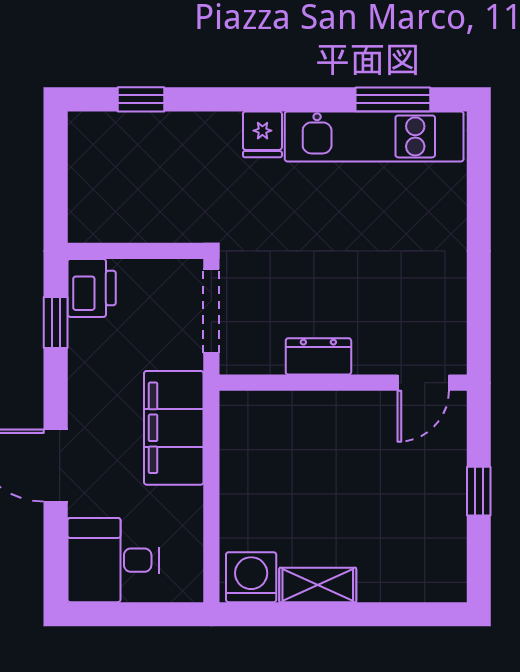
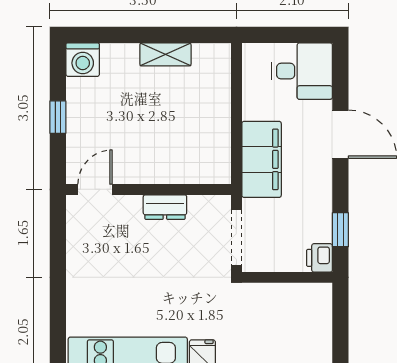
printer: (92, 288) -> (319, 258), width x0.73, depth x0.81
washing machine: (251, 577) -> (83, 60), moved

